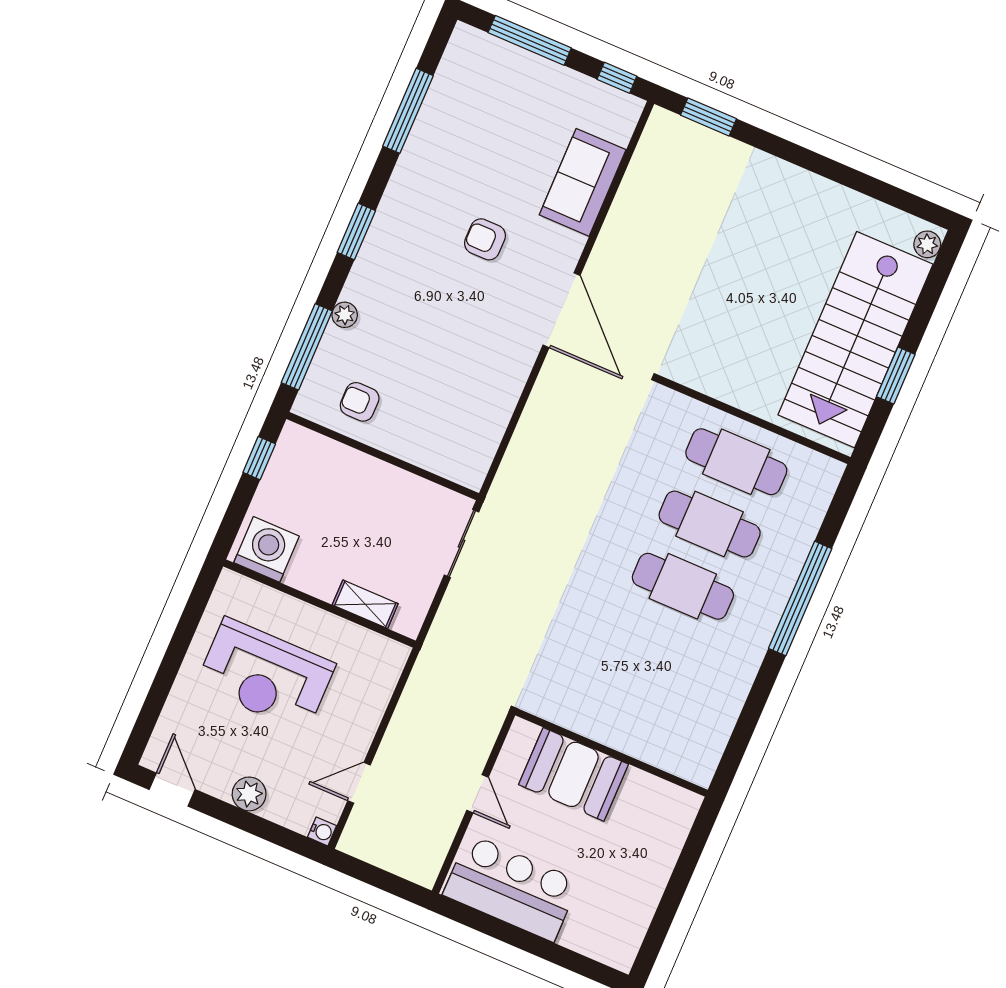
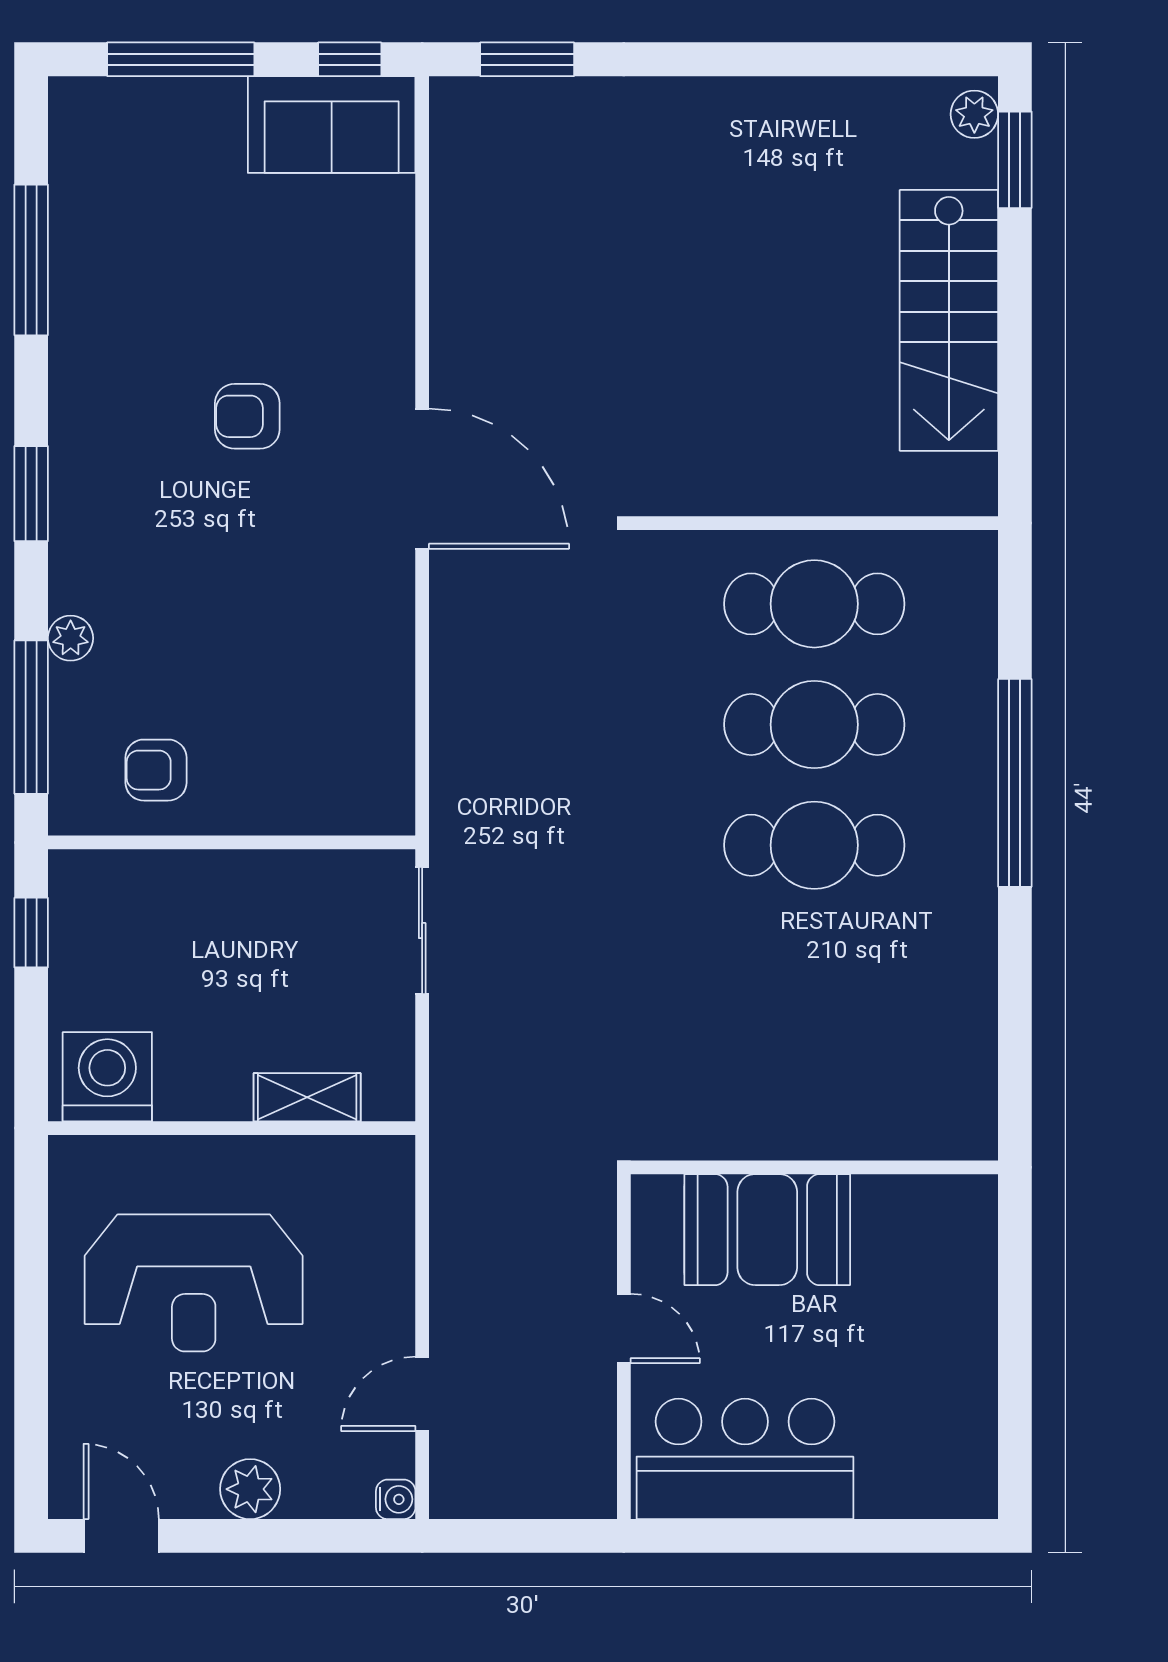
sofa: (583, 182) -> (332, 125), moved, turned -90
stairs: (856, 340) -> (949, 320), width x0.73, depth x0.66
window: (896, 375) -> (1015, 160), moved

